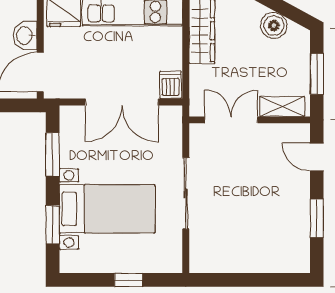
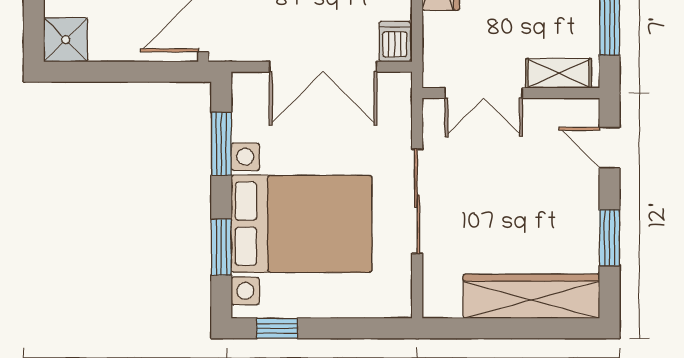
double door: (231, 120) -> (484, 93), swing flipped
bed with nightstands: (107, 209) -> (301, 224), width x1.36
wardrobe: (264, 258) -> (531, 296), added
window: (128, 280) -> (277, 328), moved

